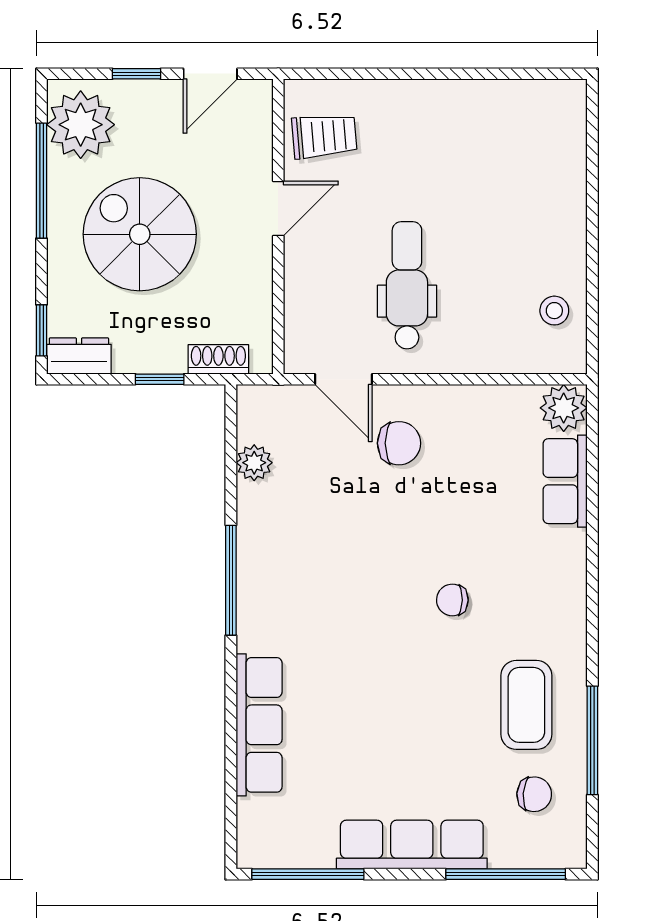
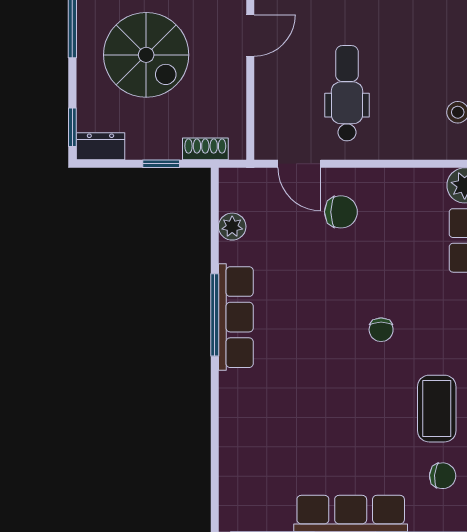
spiral stairs: (140, 234) -> (146, 55), turned 180
chair: (452, 600) -> (381, 330), turned -91
row of seats: (259, 725) -> (236, 317), moved

